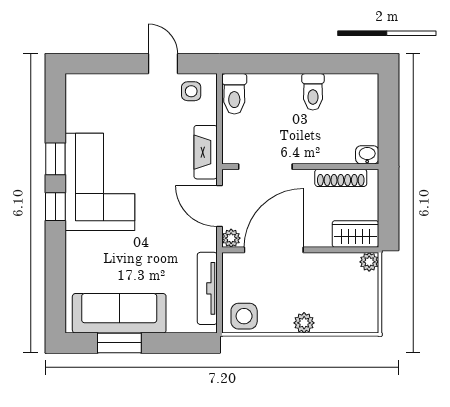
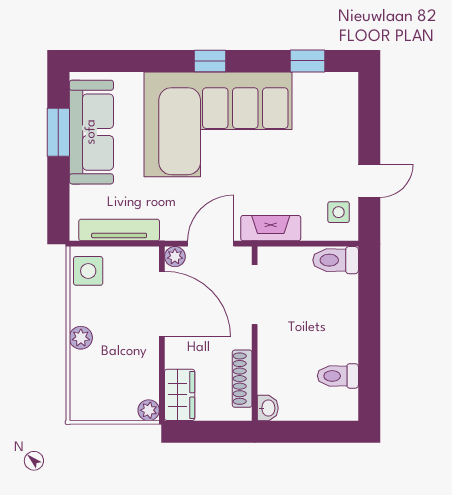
toilet: (313, 92) -> (338, 376), moved
window: (55, 159) -> (307, 61), moved
corner sofa: (100, 182) -> (218, 124), width x1.36, depth x1.36

